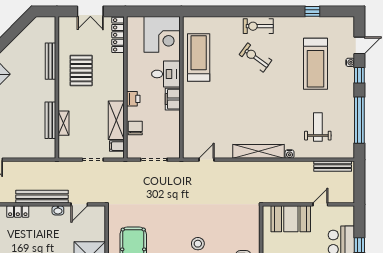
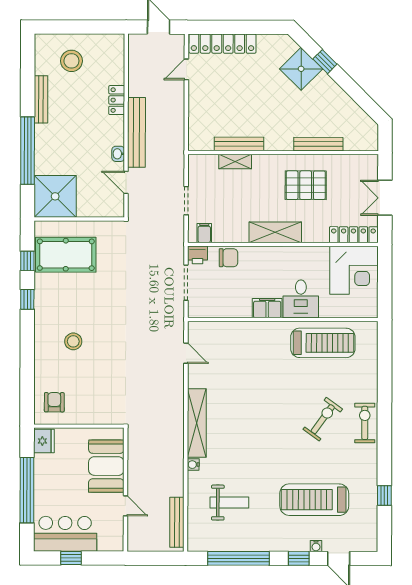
corner desk: (162, 34) -> (354, 270), moved, turned -90
printer: (133, 99) -> (198, 255), moved
shelving: (116, 120) -> (275, 232), moved

